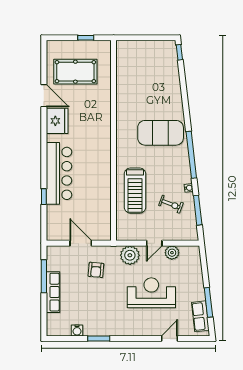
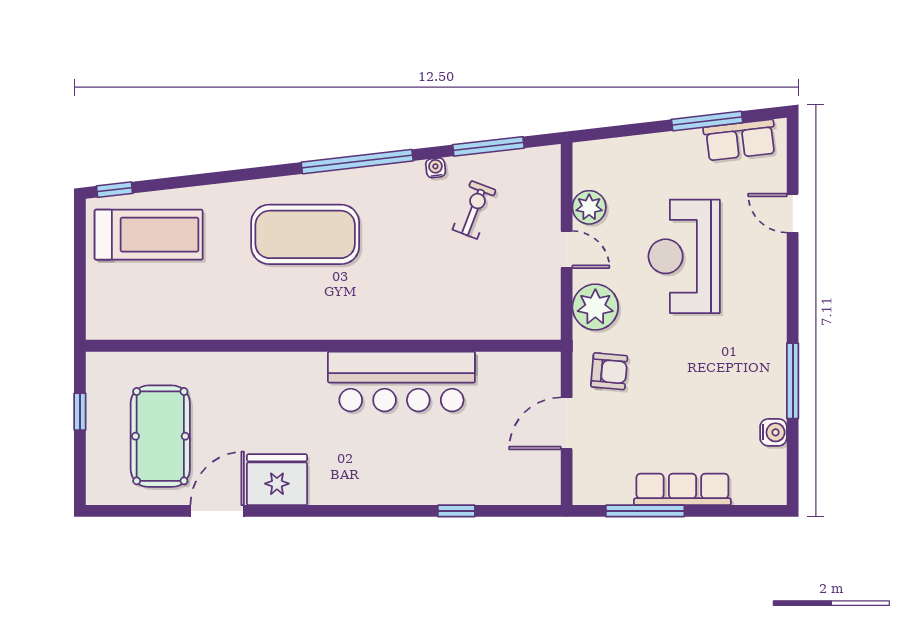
exercise mat: (161, 133) -> (305, 234), turned 90
bar counter: (59, 173) -> (401, 382), moved, turned 180
treadmill: (135, 191) -> (149, 235), moved
armchair: (96, 270) -> (609, 371), moved
window: (99, 339) -> (793, 381), width x1.44

